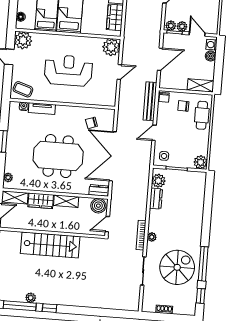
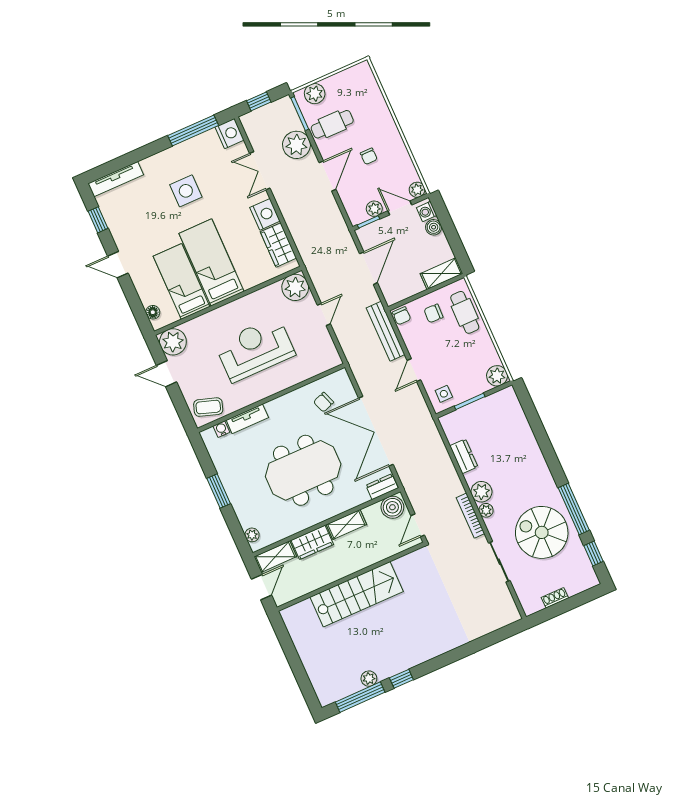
plant: (171, 26) -> (417, 190), moved
plant: (158, 181) -> (481, 492), moved
spiral stairs: (177, 267) -> (542, 532), turned -90

